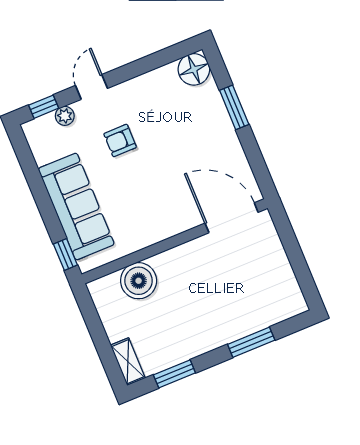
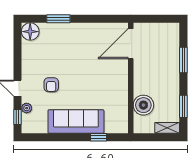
door: (232, 218) -> (131, 44), moved
wall: (175, 241) -> (131, 78), moved
boiler: (139, 281) -> (143, 105), moved

